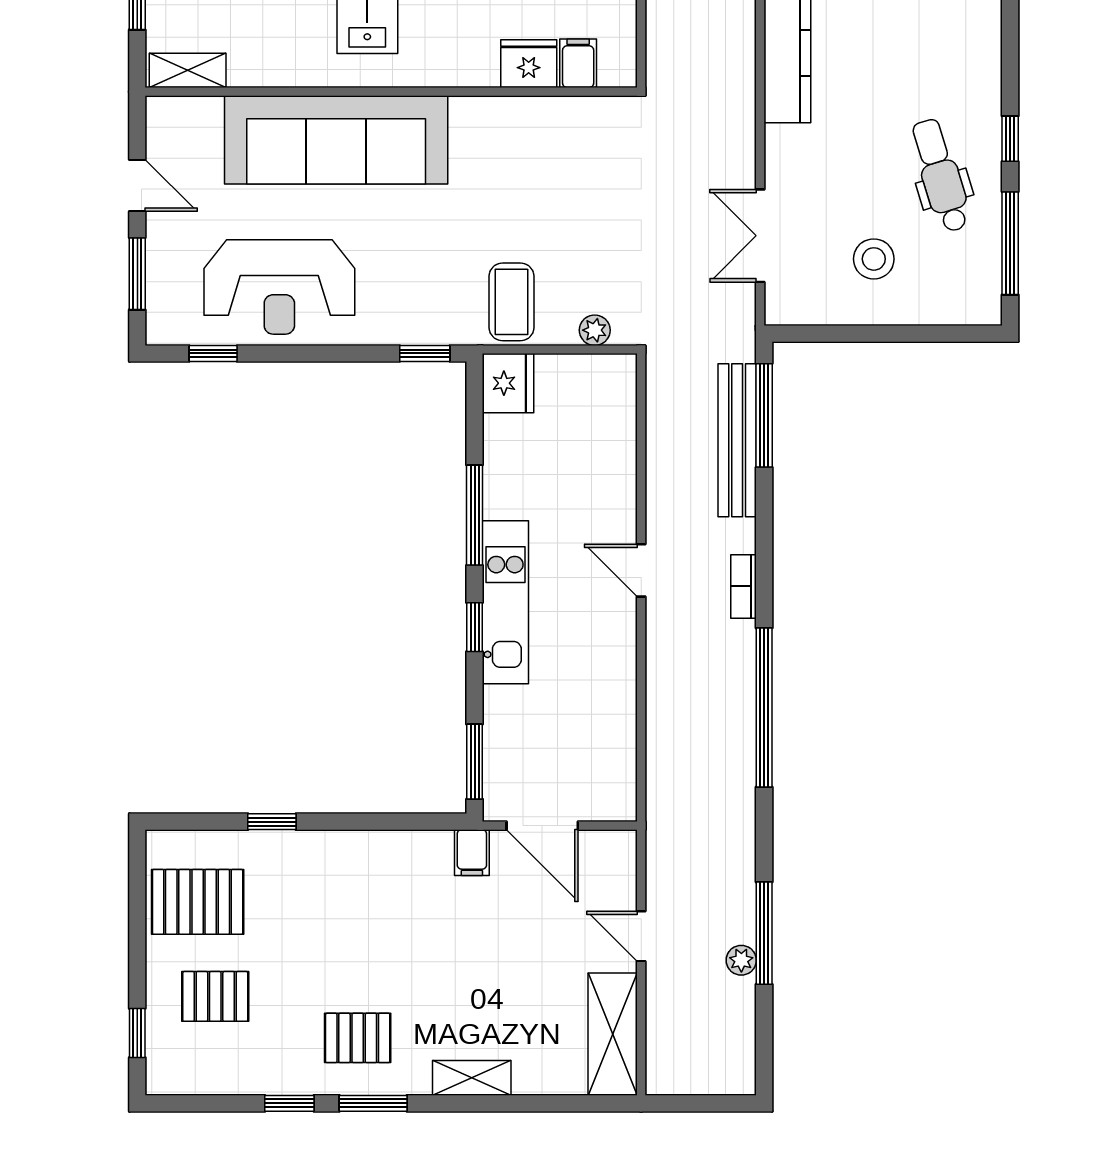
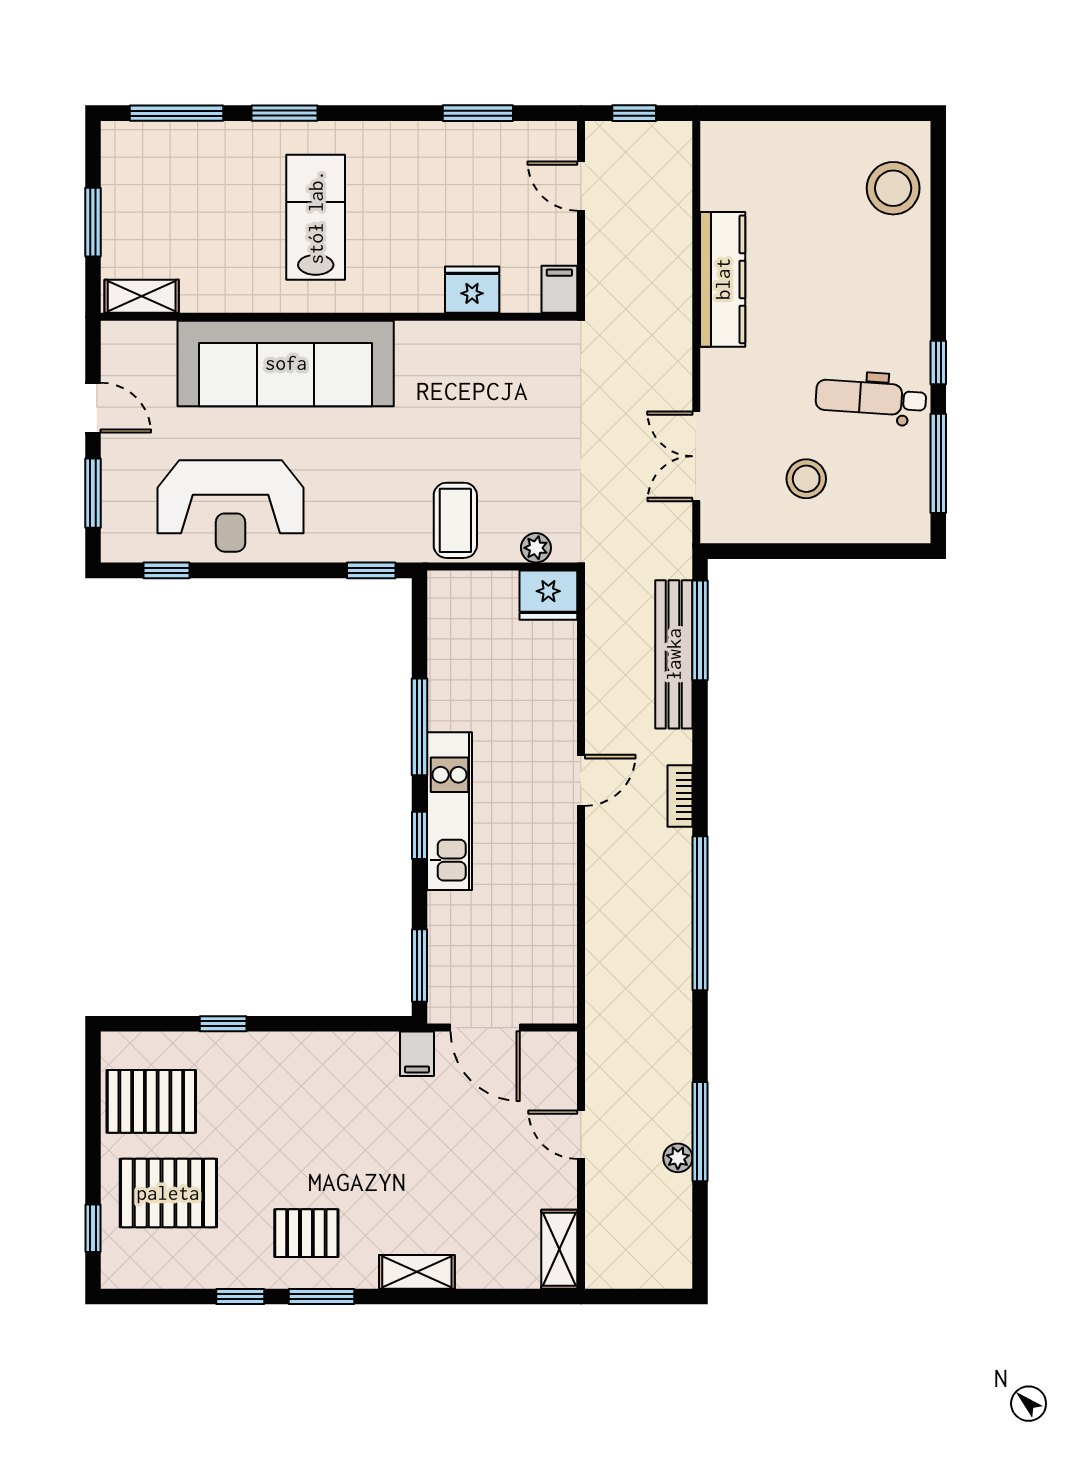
filing cabinet: (578, 63) -> (559, 289), moved
dental chair: (941, 176) -> (871, 398), turned -69
fridge: (508, 383) -> (548, 595), moved, turned 90
door: (641, 570) -> (581, 780), swing flipped
pallet: (215, 996) -> (168, 1193), width x1.50, depth x1.42
shelving: (613, 1034) -> (559, 1249), width x0.67, depth x0.75

